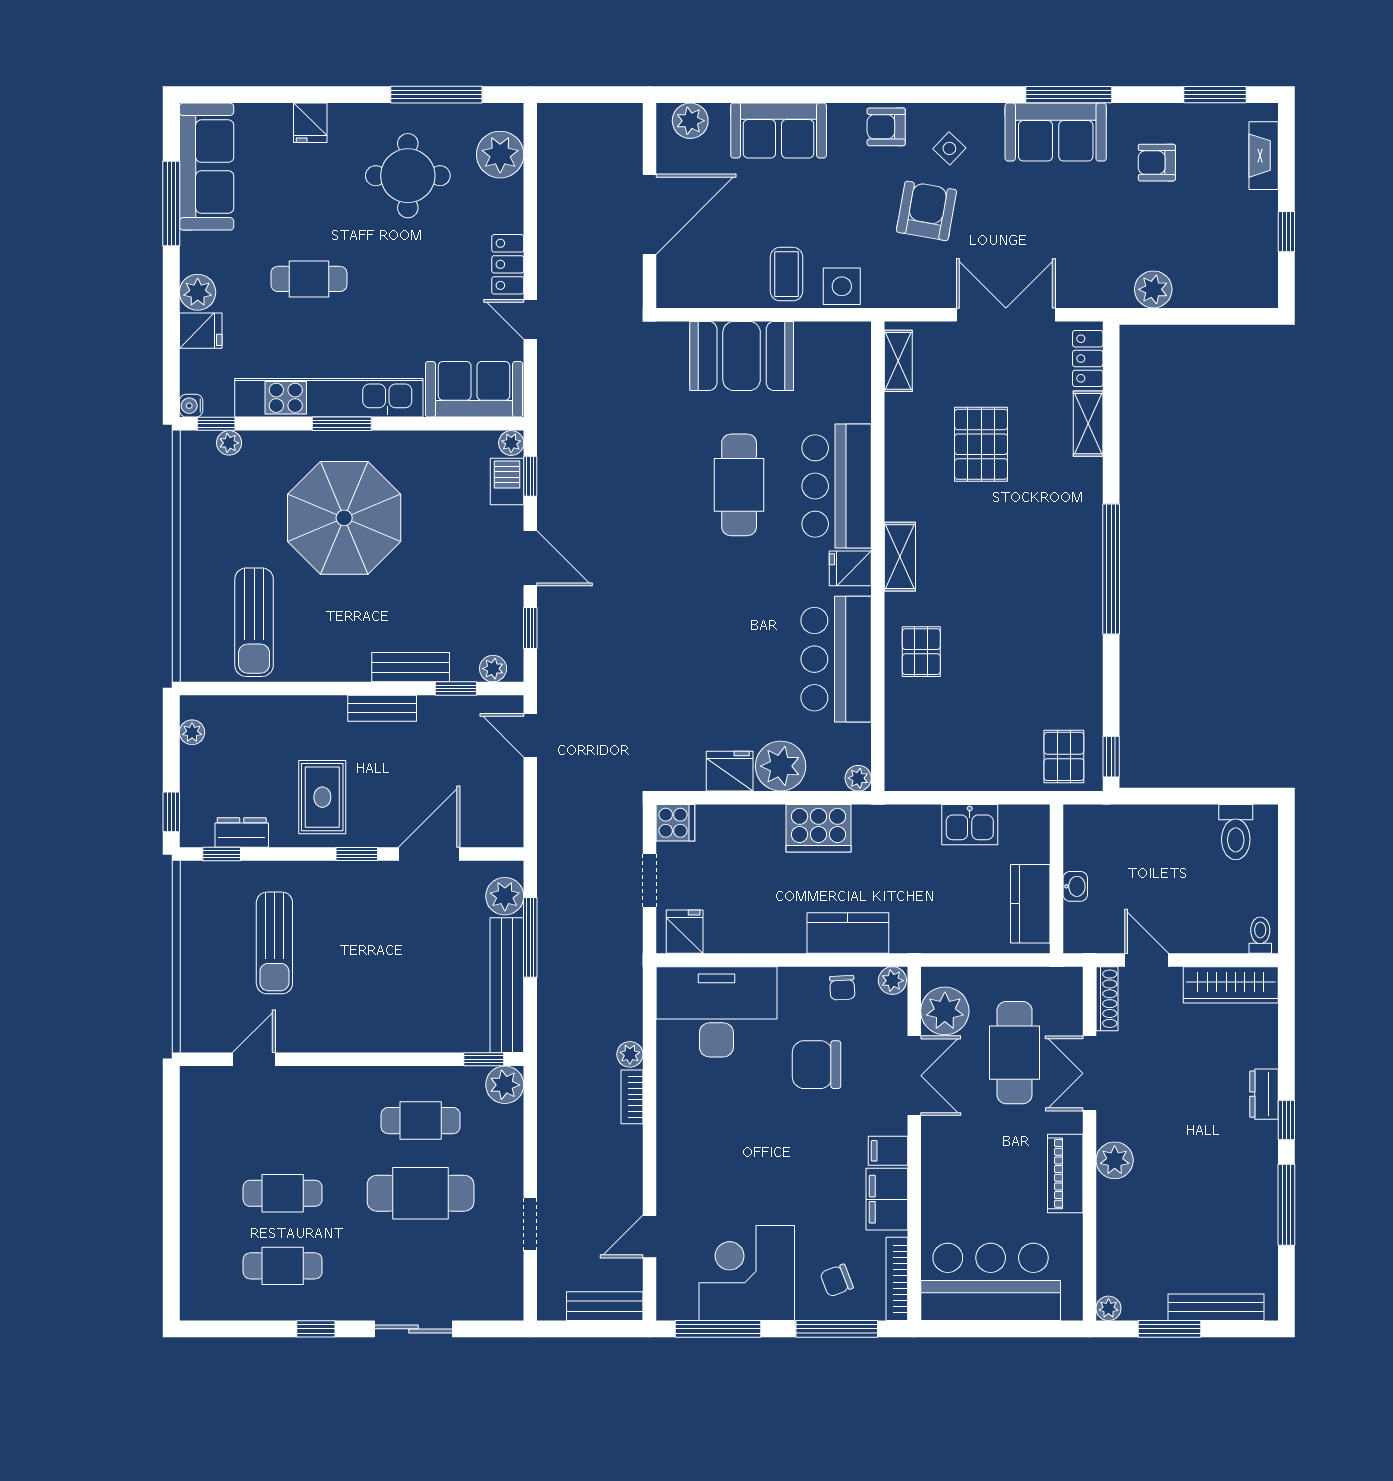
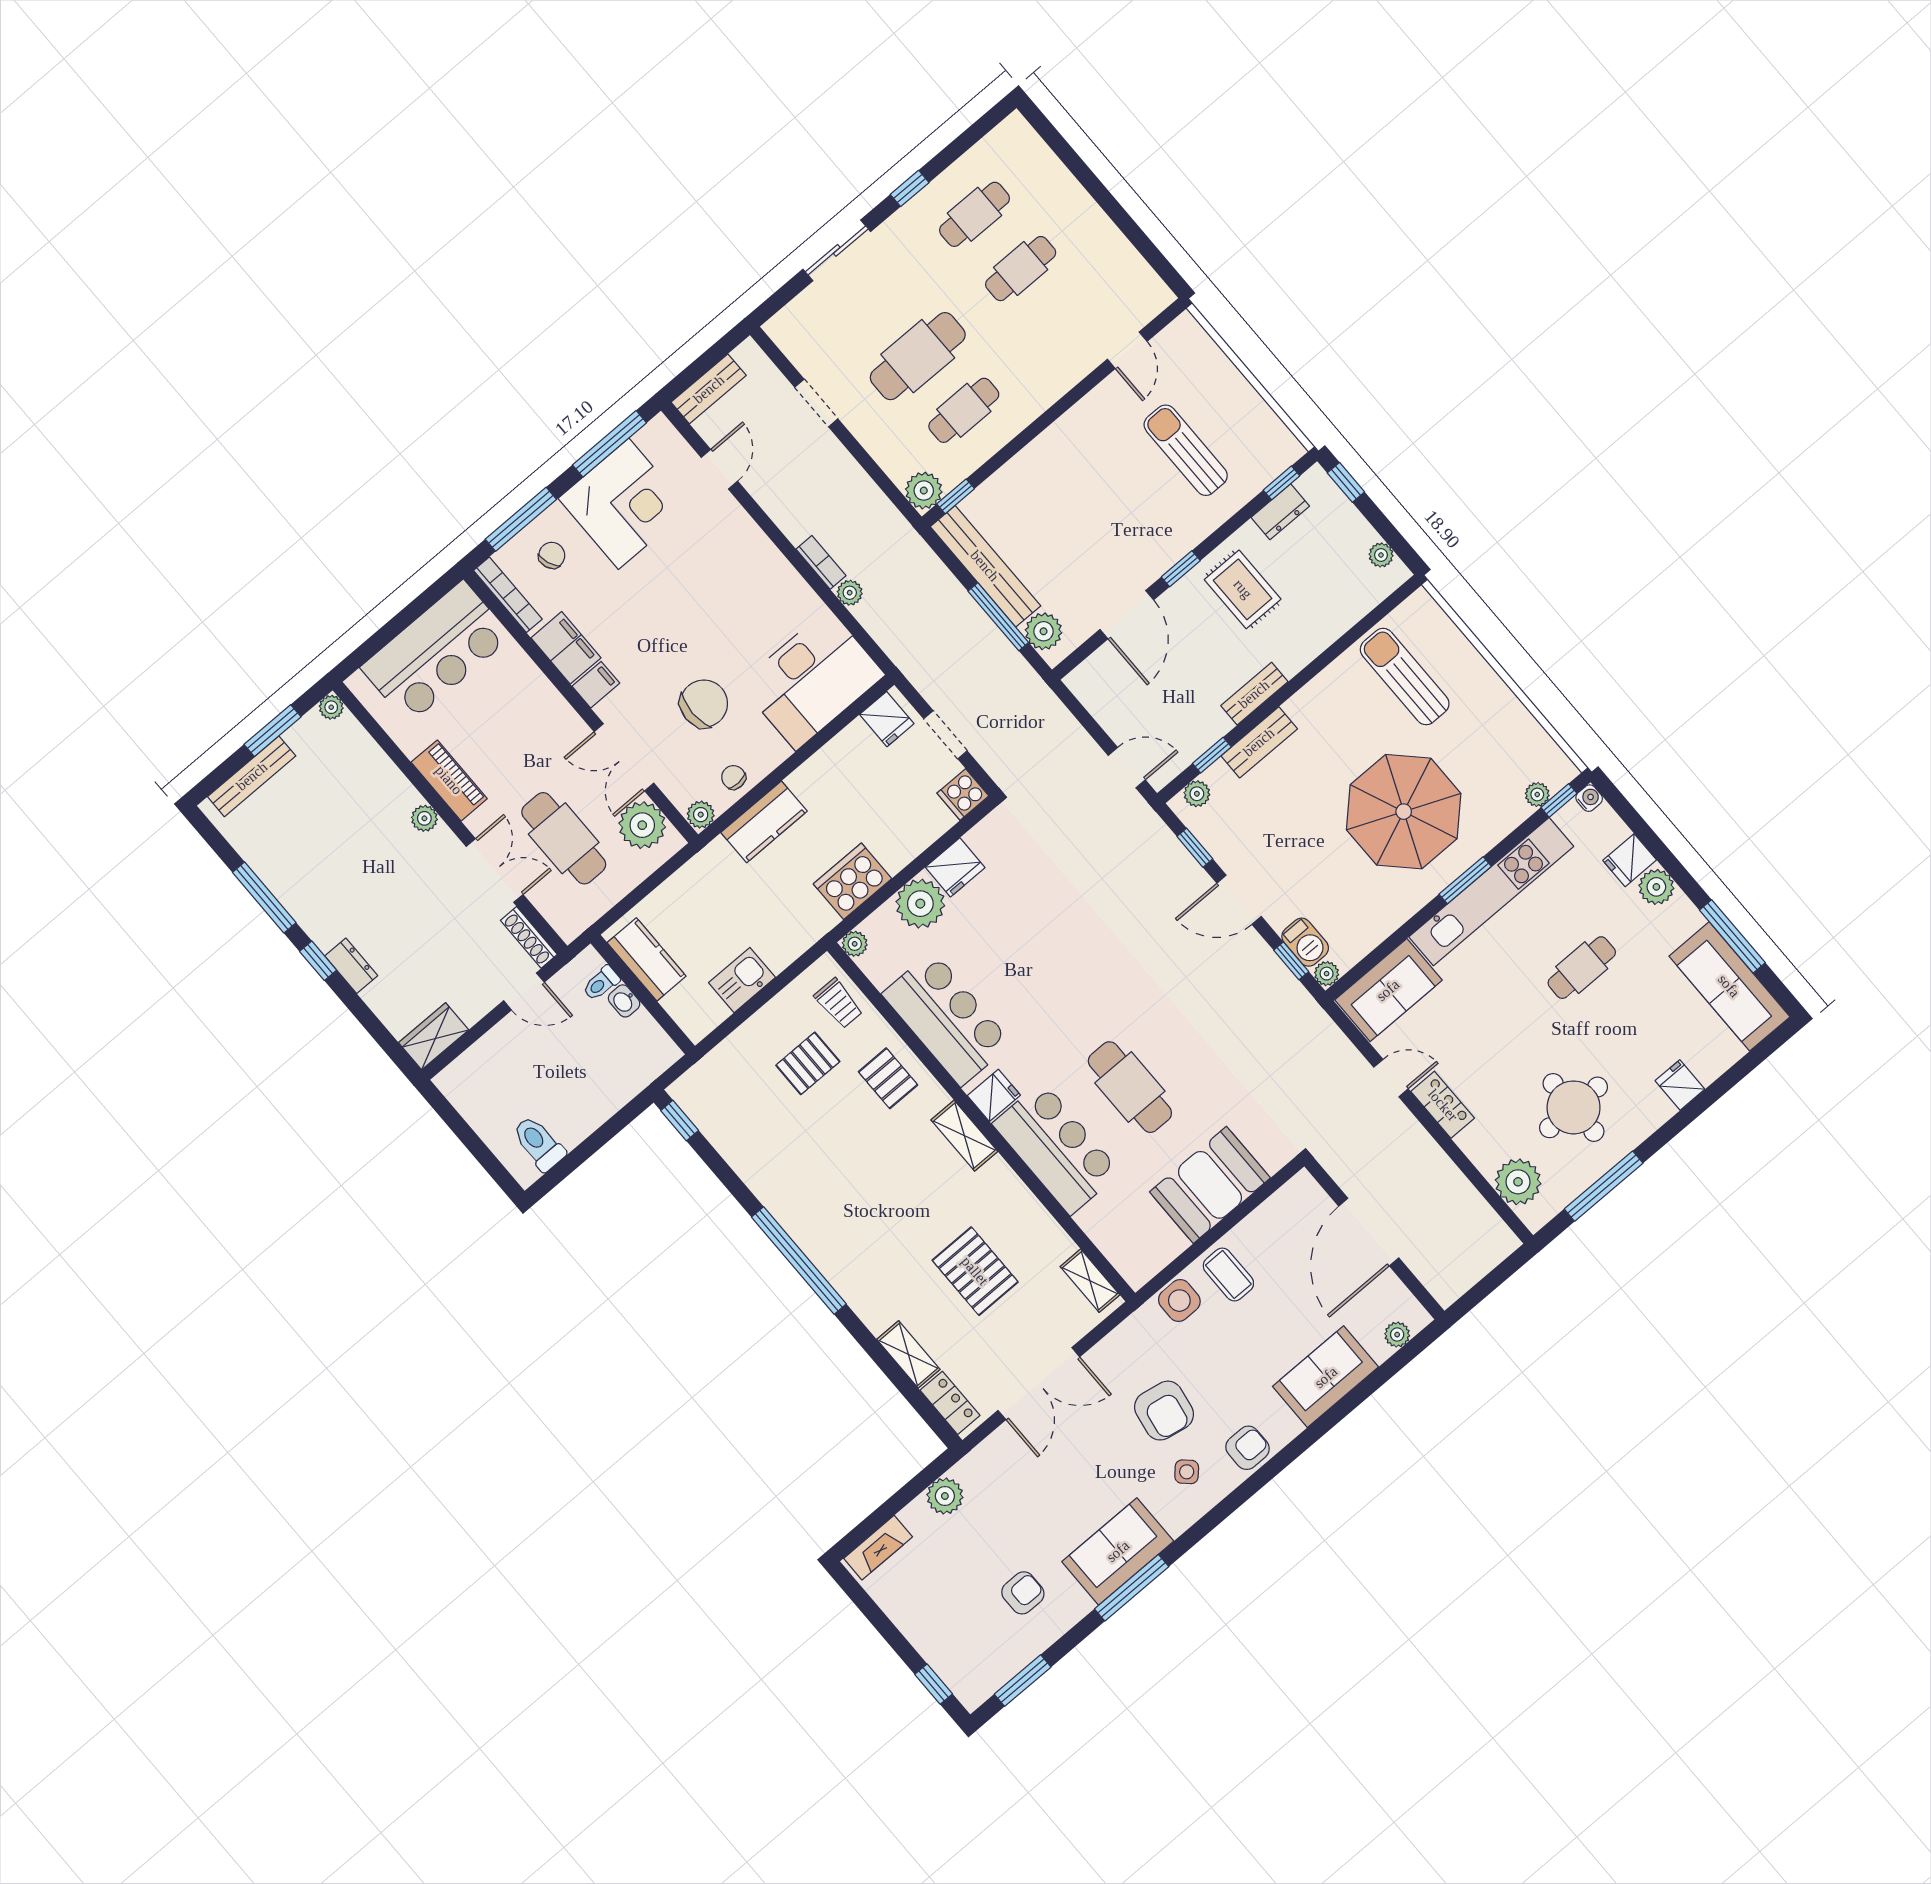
plant: (690, 121) -> (1397, 1335), width x0.73, depth x0.73
fireplace: (1264, 156) -> (878, 1548), moved, turned 90
window: (1286, 232) -> (934, 1684), moved
trolley: (910, 743) -> (839, 1003), added
pallet: (1064, 756) -> (808, 1063), moved, turned 90
toilet: (1260, 935) -> (601, 983), moved, turned 90
wardrobe: (1231, 985) -> (434, 1036), width x0.67
plant: (1115, 1160) -> (424, 818), width x0.73, depth x0.73

